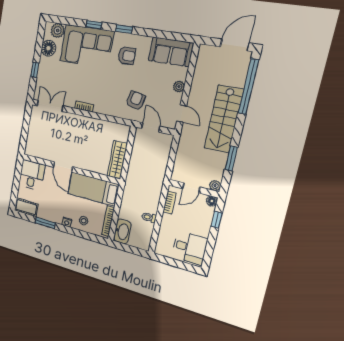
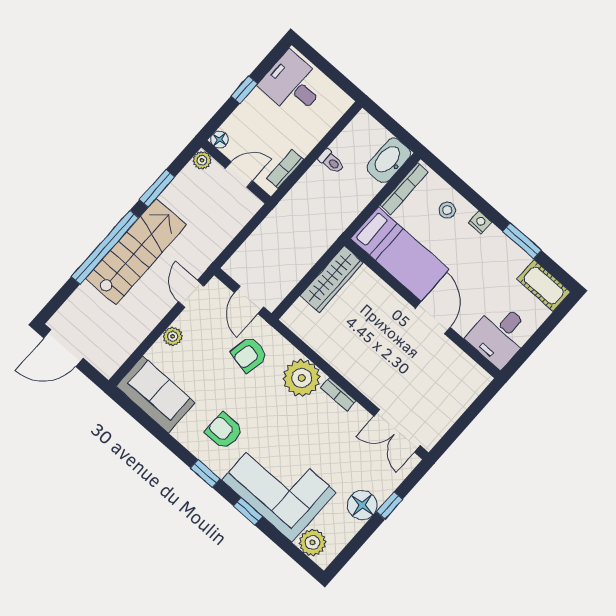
floor lamp: (48, 48) -> (362, 505), moved
window: (248, 87) -> (105, 247), moved
plant: (105, 104) -> (302, 378), added
window: (217, 220) -> (244, 90), moved

